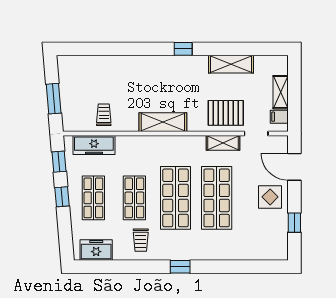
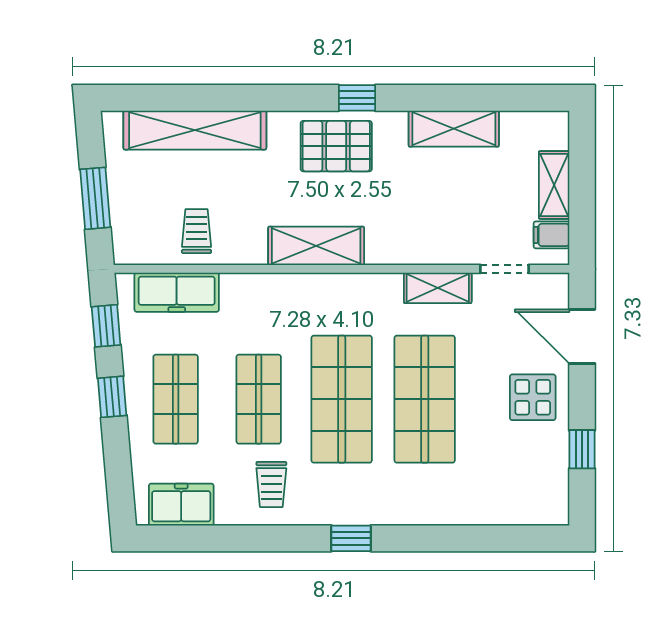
shelving: (103, 65) -> (195, 130), added
pallet: (226, 113) -> (336, 146), moved

